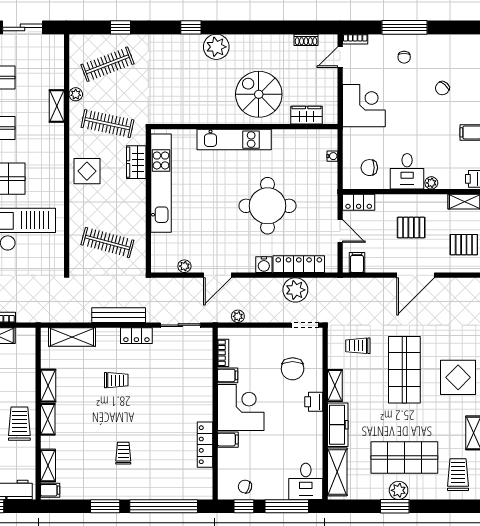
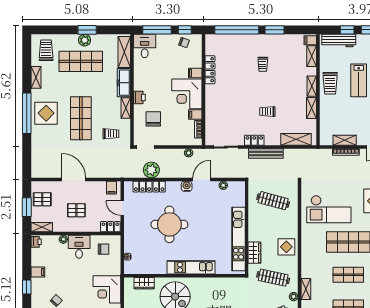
water cooler: (264, 265) -> (187, 186), moved
door: (416, 275) -> (74, 180), hinge flipped
trolley: (458, 475) -> (46, 50), turned 180

